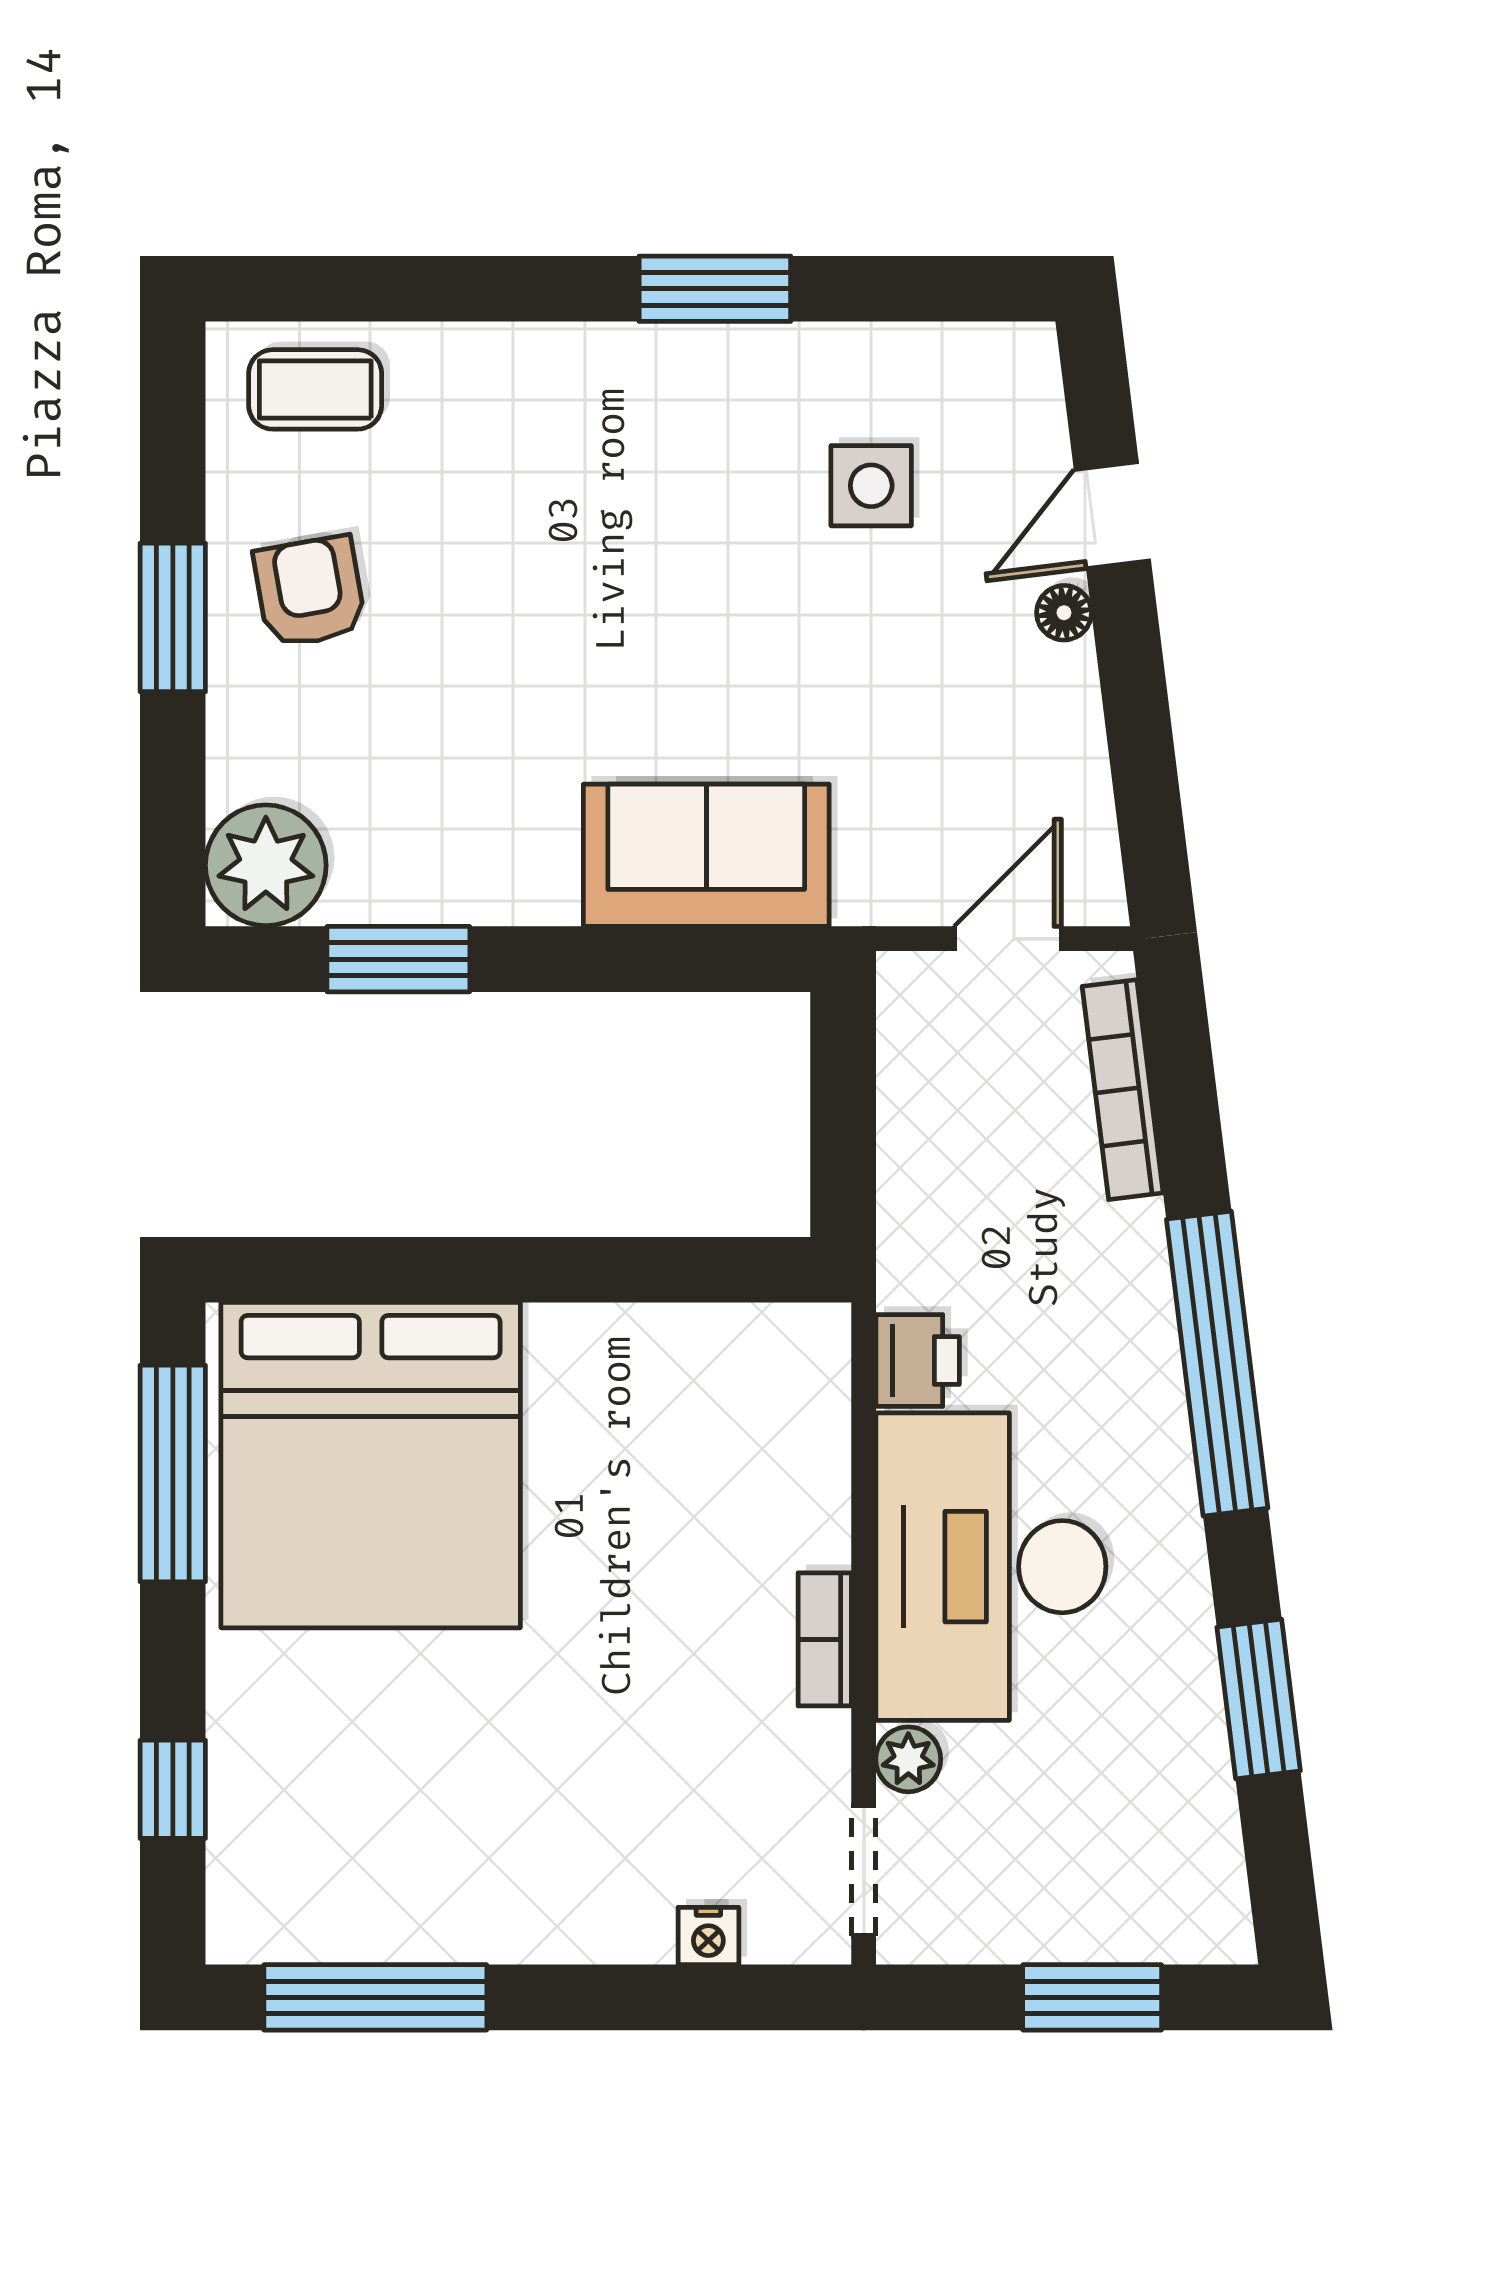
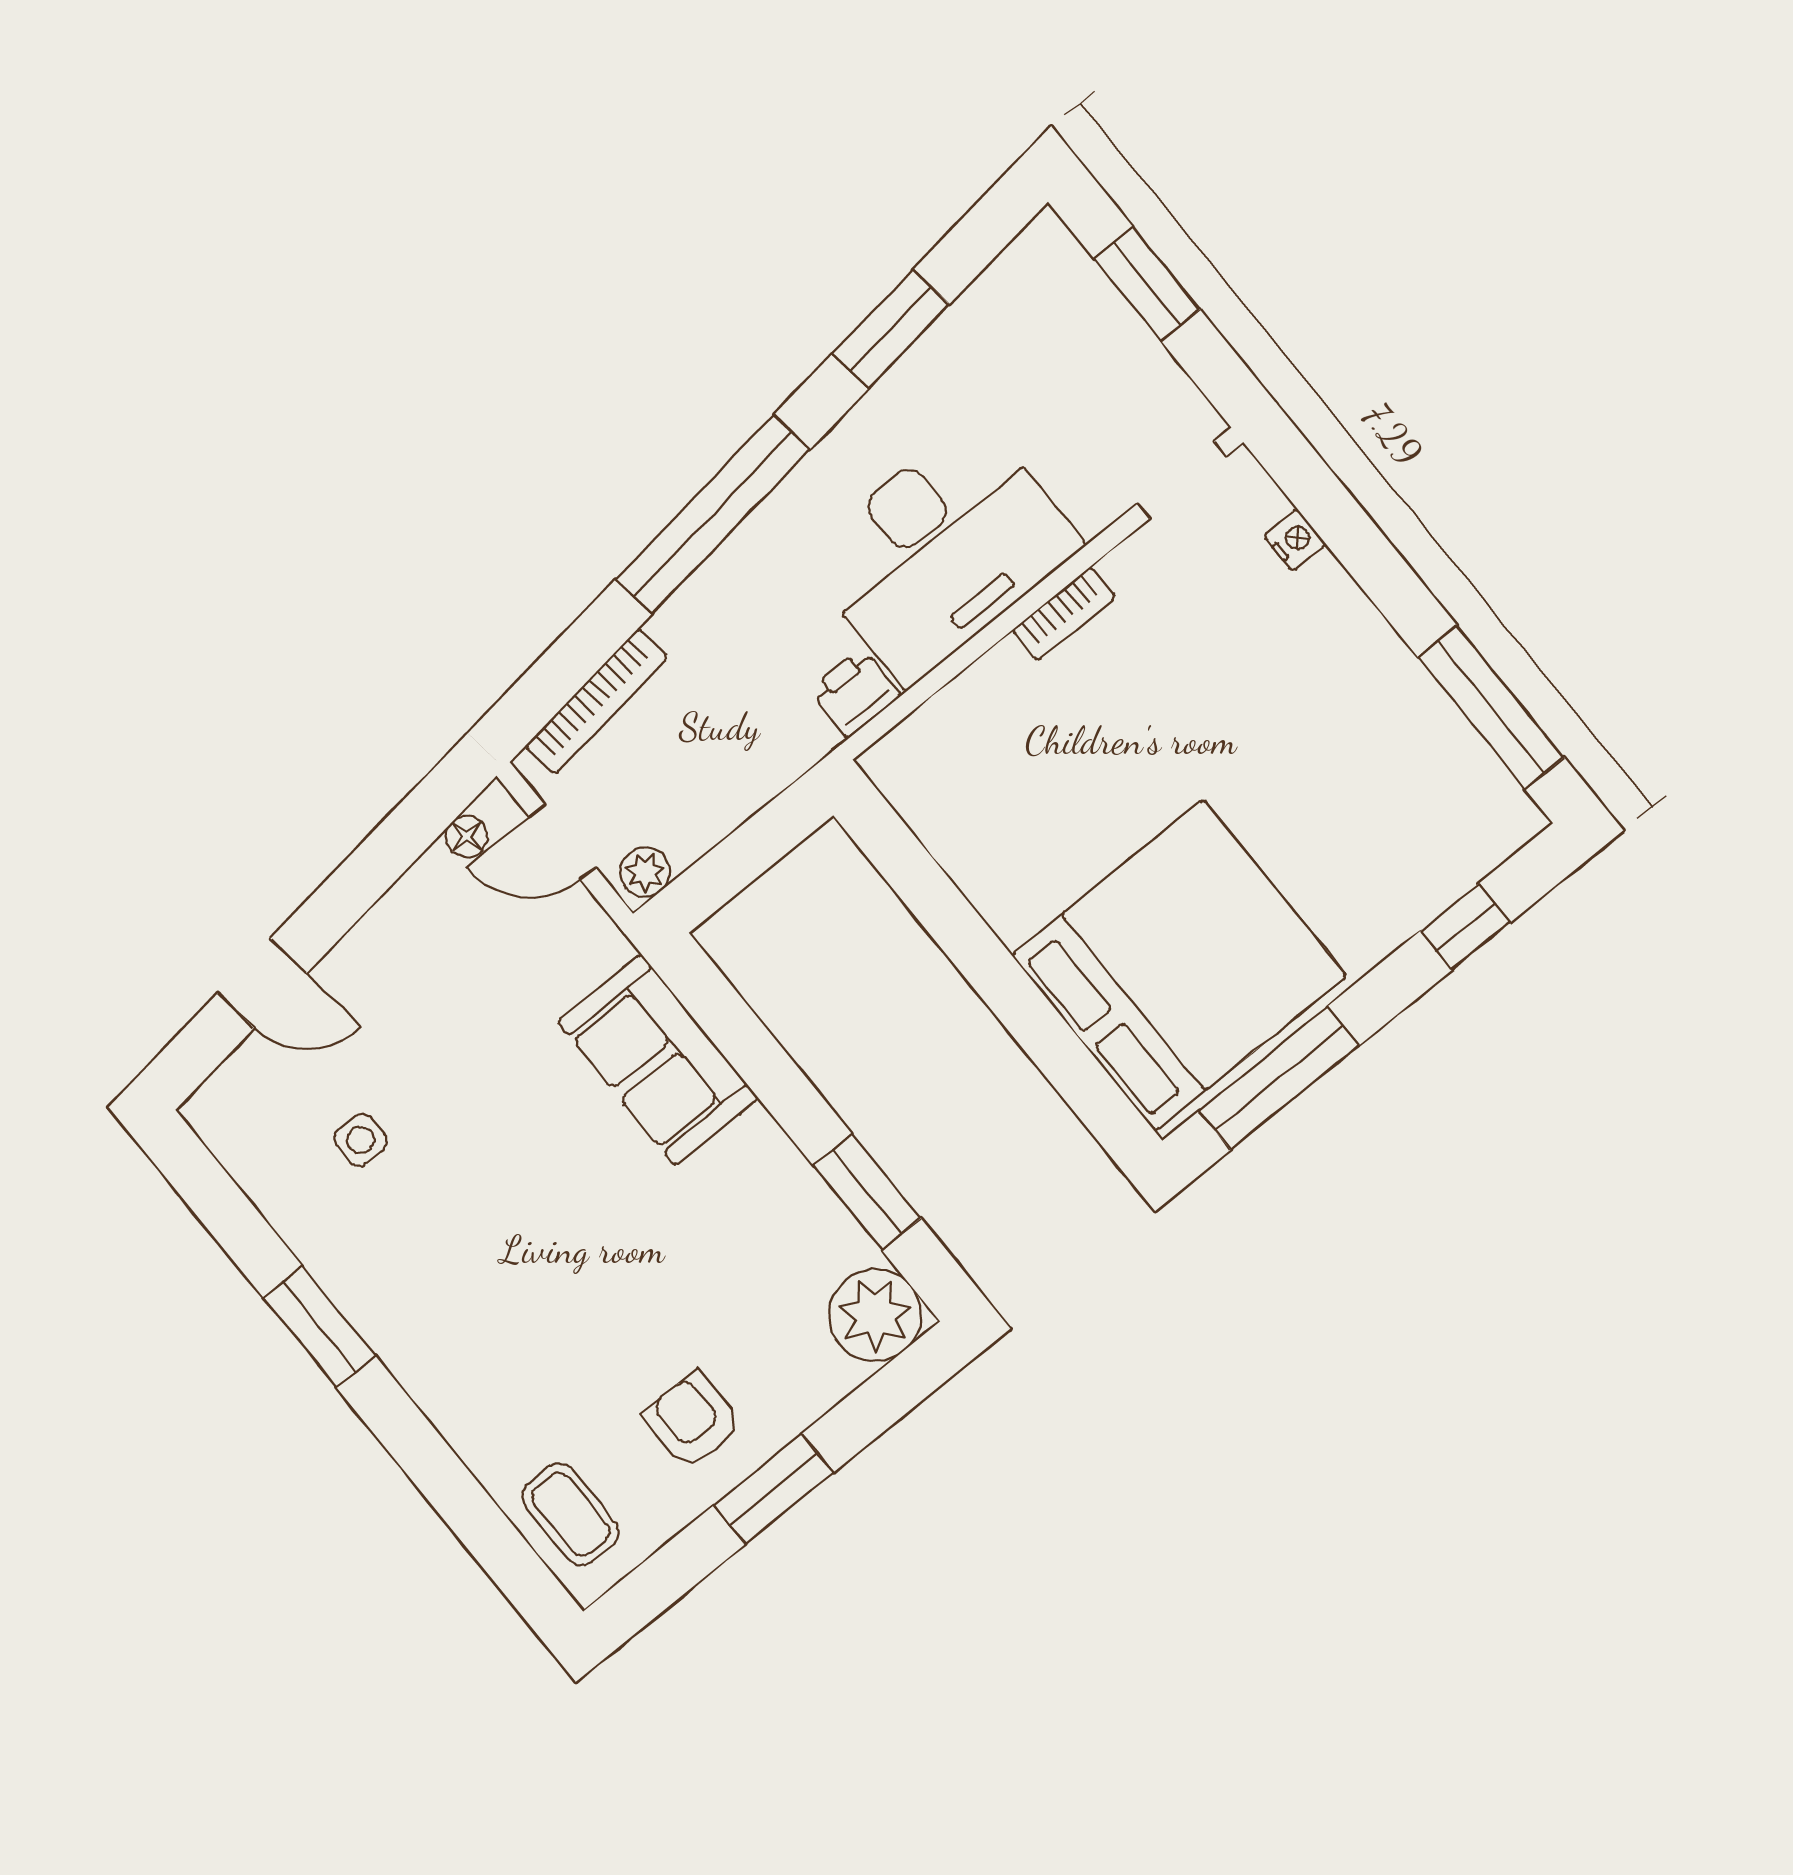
side table: (871, 486) -> (361, 1140), width x0.73, depth x0.73
armchair: (310, 592) -> (693, 1420), turned 100
floor lamp: (1064, 613) -> (467, 836), moved
plant: (908, 1759) -> (645, 872), moved

